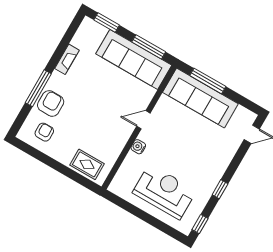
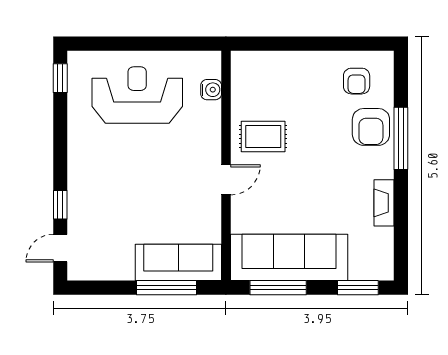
sofa: (200, 98) -> (178, 262), width x0.74, depth x0.79
water cooler: (138, 147) -> (211, 90), moved
rug: (87, 164) -> (263, 137), moved
window: (220, 189) -> (60, 205), moved
reception desk: (164, 192) -> (137, 95), turned 180

